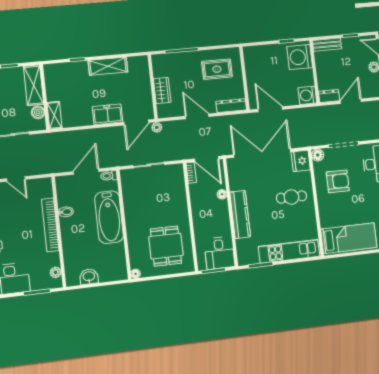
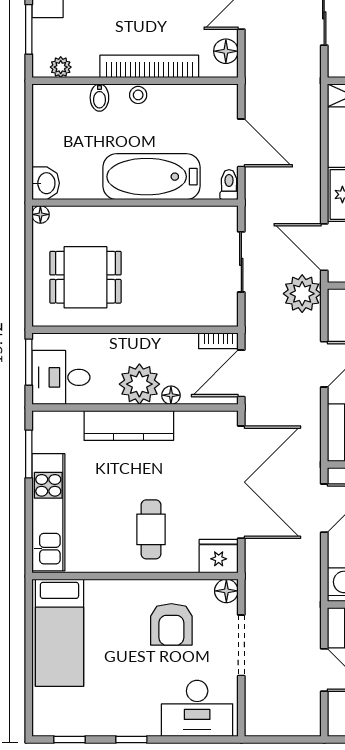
plant: (157, 127) -> (302, 294), width x1.87, depth x1.87
floor lamp: (38, 185) -> (226, 51), added
plant: (218, 211) -> (139, 384), added
bidet: (66, 212) -> (99, 98), moved
stool: (66, 229) -> (138, 95), added
washbasin: (89, 277) -> (46, 183), moved

